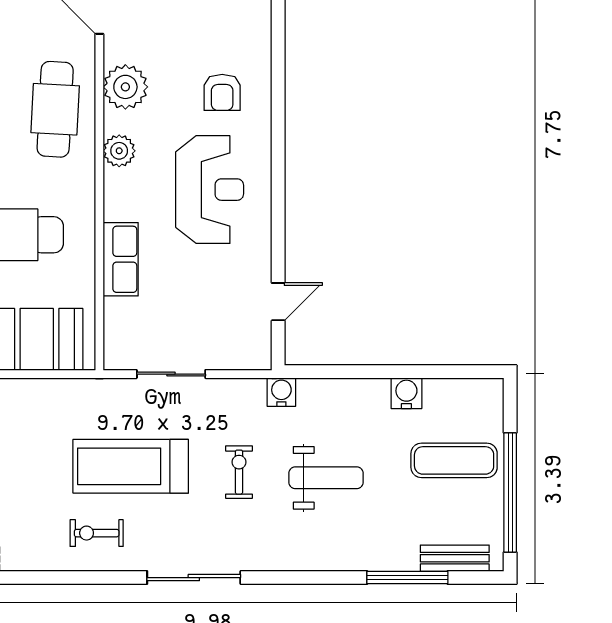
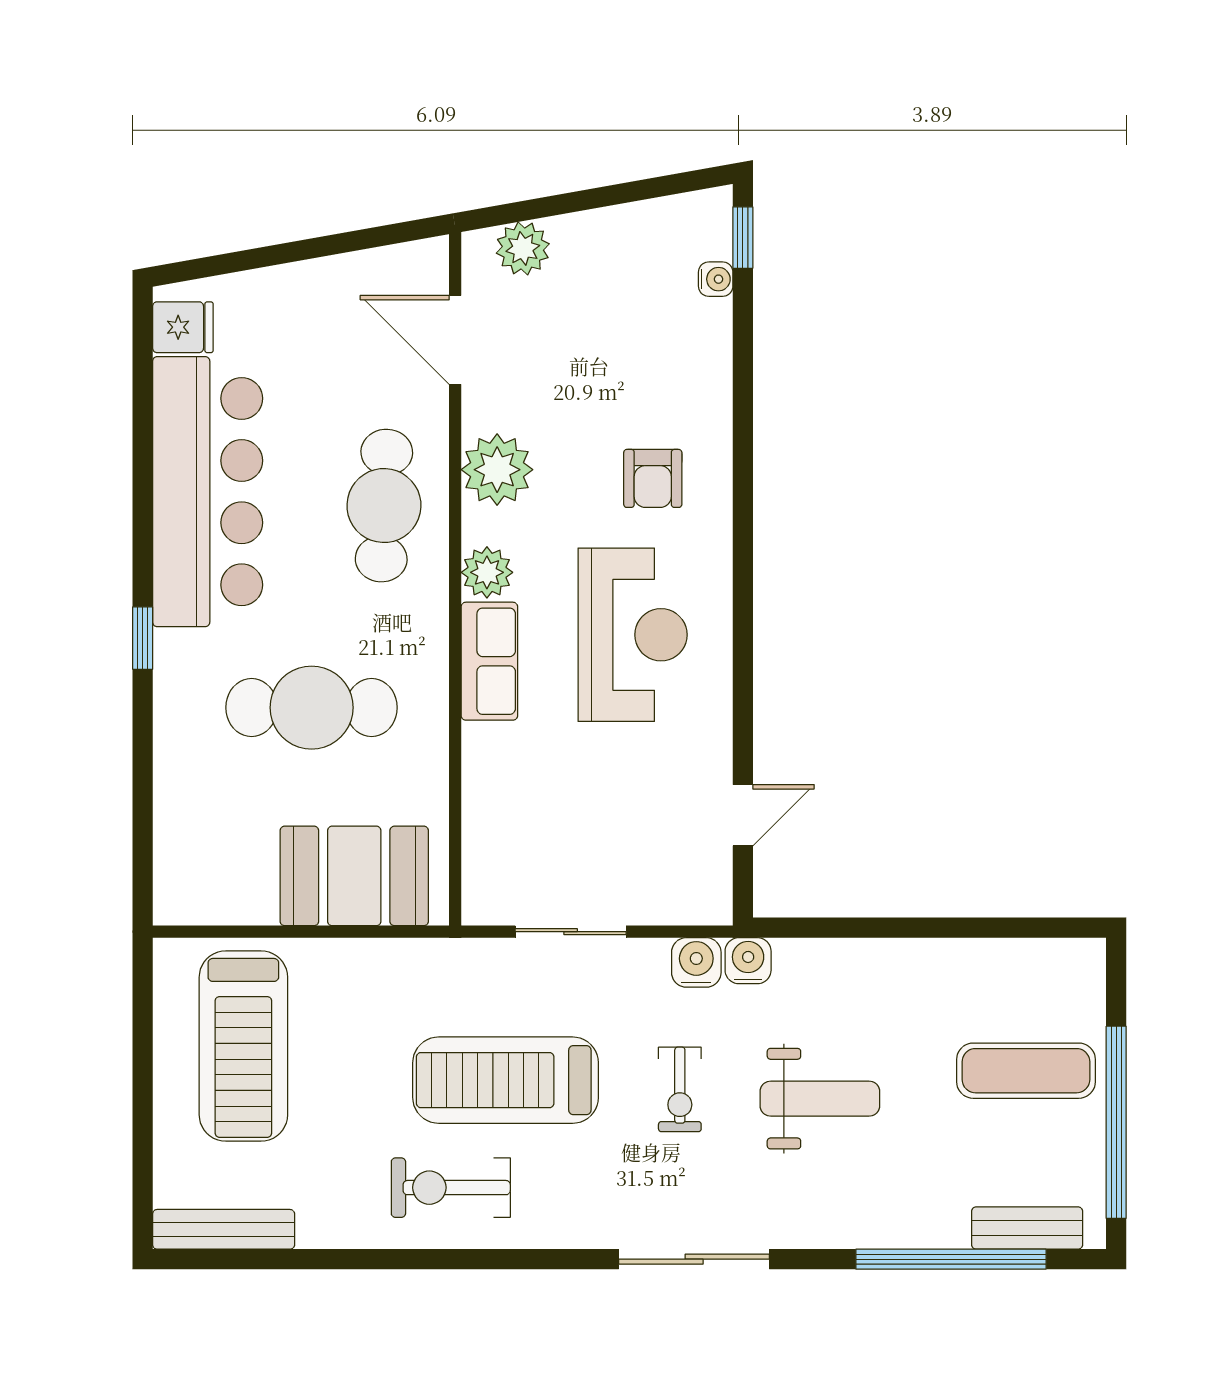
row of seats: (121, 259) -> (489, 661), moved
water cooler: (406, 393) -> (696, 962), moved
exercise bike: (239, 472) -> (680, 1089), turned 180
exercise bike: (97, 533) -> (451, 1188), width x1.38, depth x1.39
sliding door: (194, 578) -> (694, 1259), moved
window: (407, 578) -> (951, 1259), width x1.46

